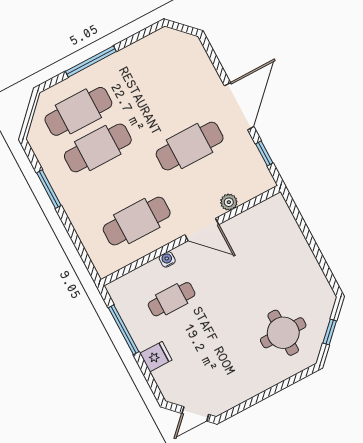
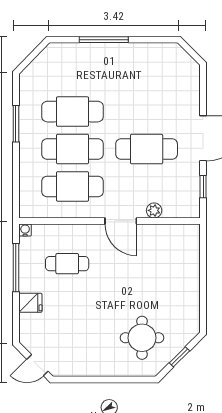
cafe table: (78, 111) -> (72, 149), moved
water cooler: (167, 259) -> (25, 230), moved

